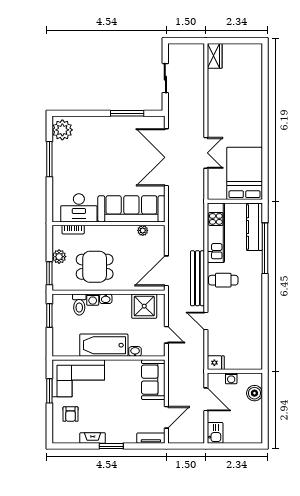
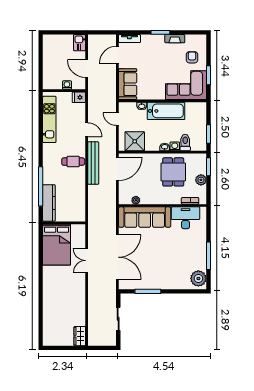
kitchen unit: (216, 233) -> (49, 119), moved, turned 180
dining table: (95, 267) -> (173, 172), turned 90
boiler: (254, 393) -> (49, 74), removed

